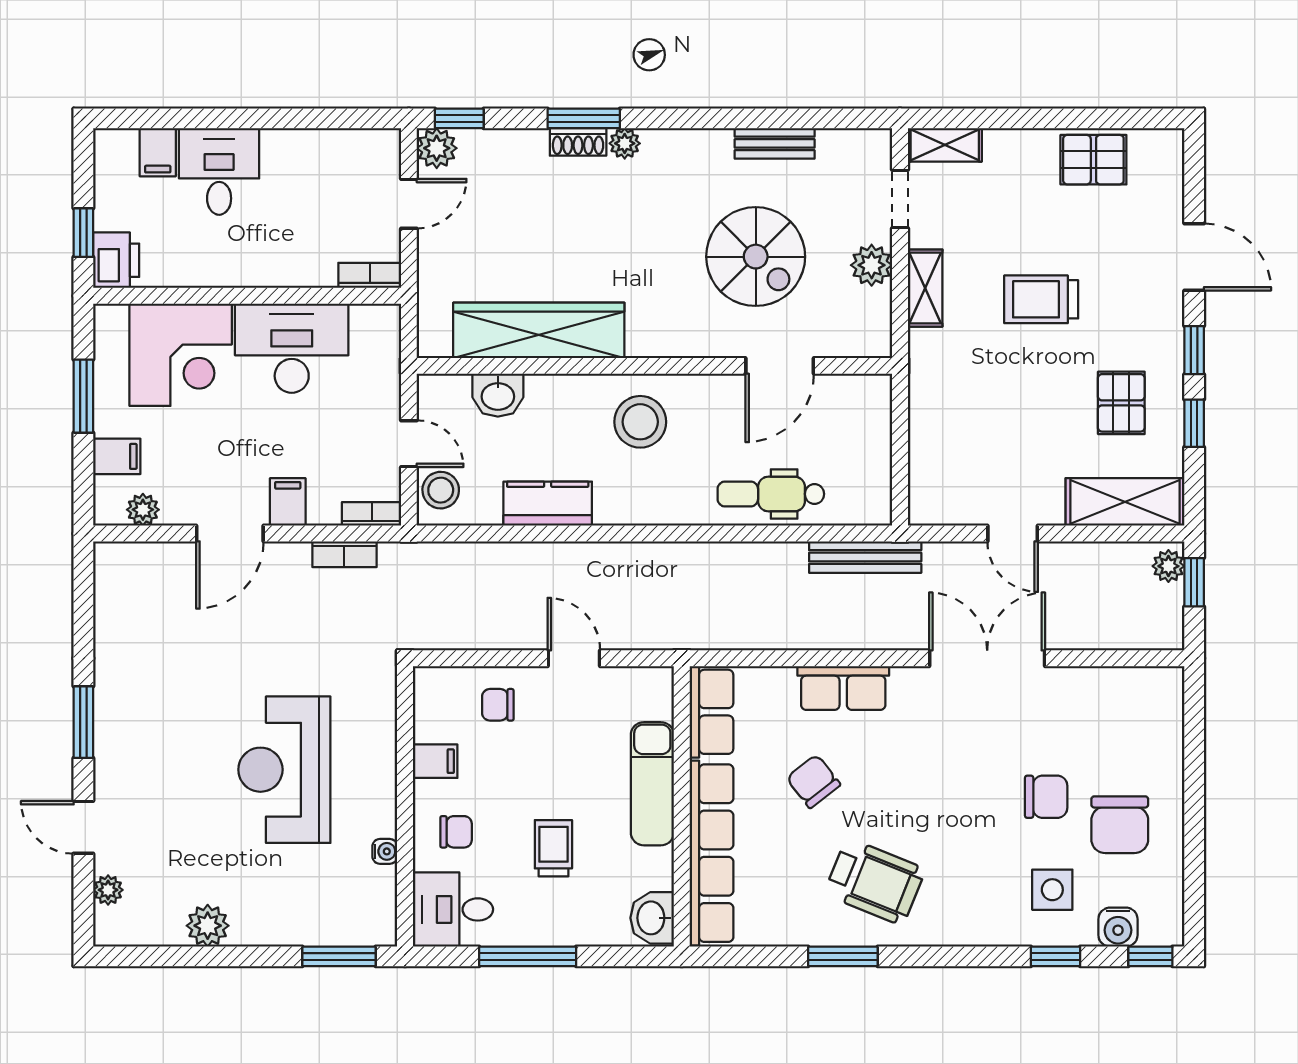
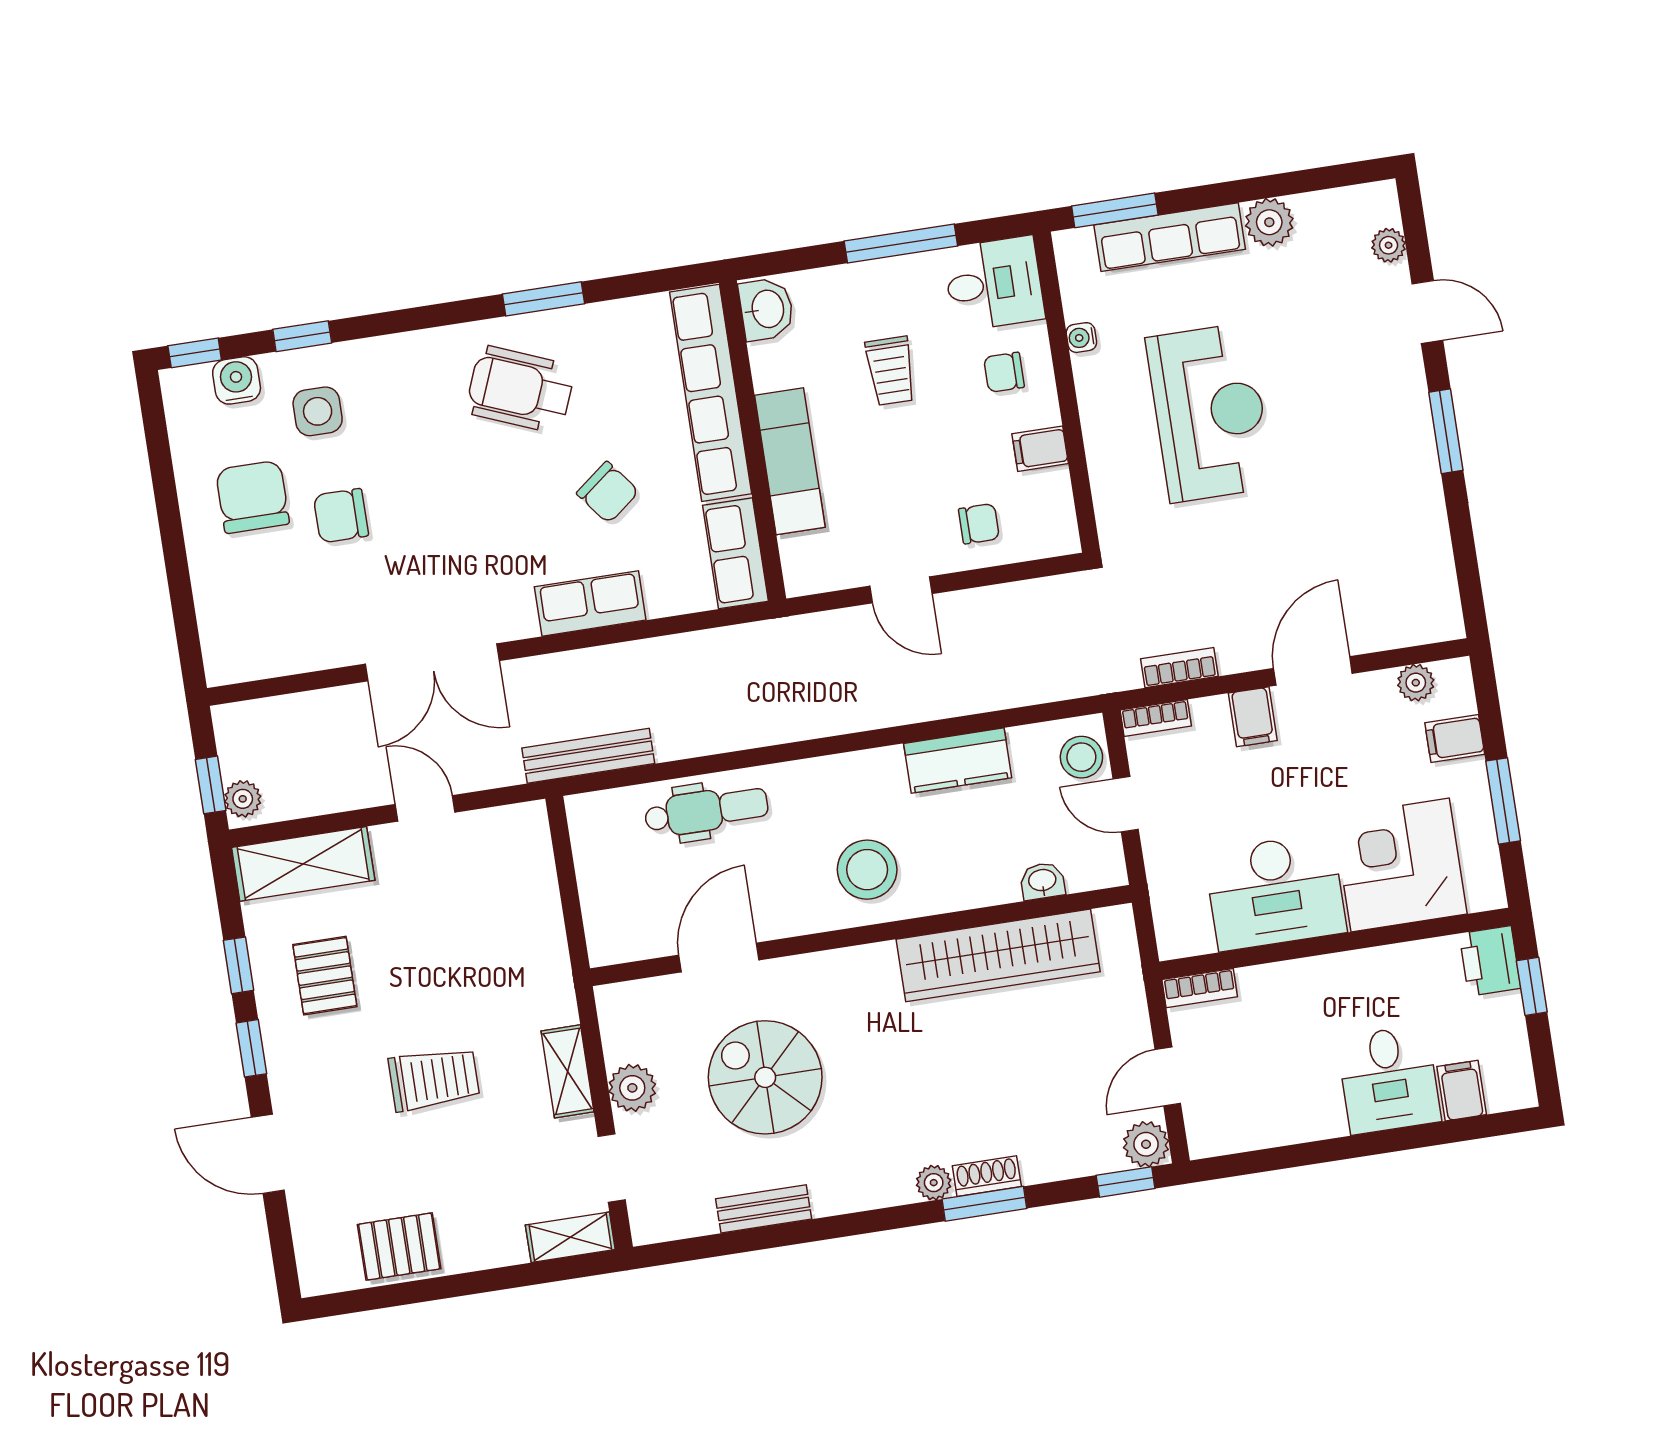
washbasin: (498, 395) -> (1042, 881), width x0.72, depth x0.69
row of seats: (295, 926) -> (1170, 237), added

